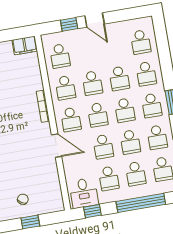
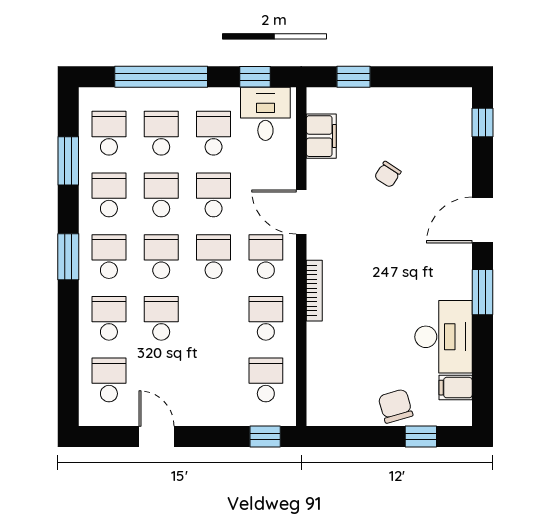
door: (95, 20) -> (157, 436), moved
window: (69, 24) -> (265, 436), moved
filing cabinet: (25, 45) -> (321, 136), moved, turned 90
school desk: (92, 83) -> (214, 318), removed
chair: (23, 199) -> (388, 174), moved
window: (30, 222) -> (353, 77), moved

